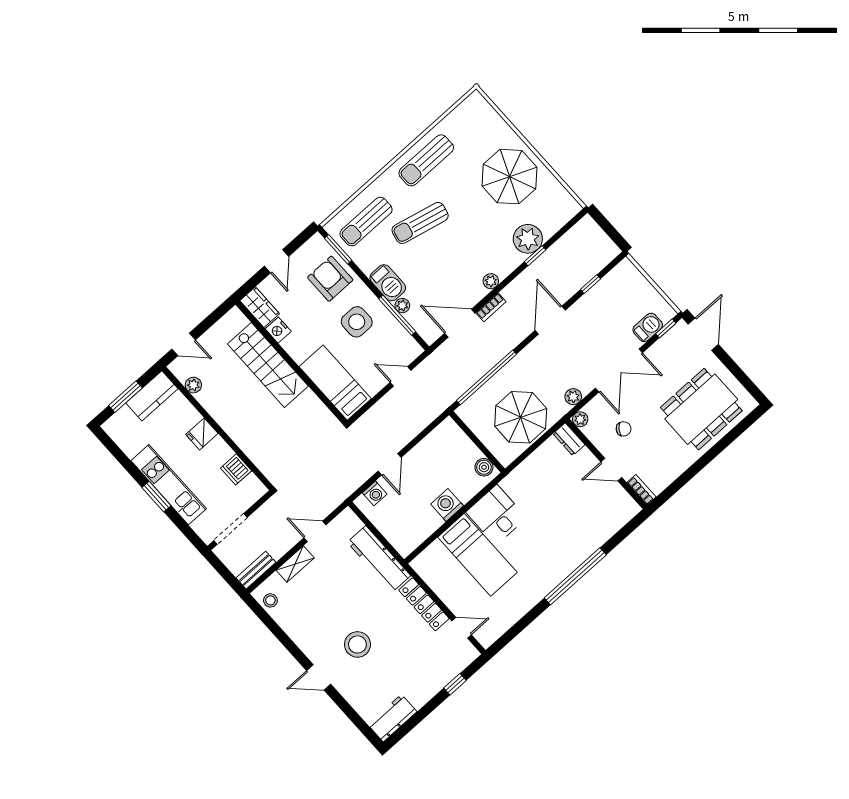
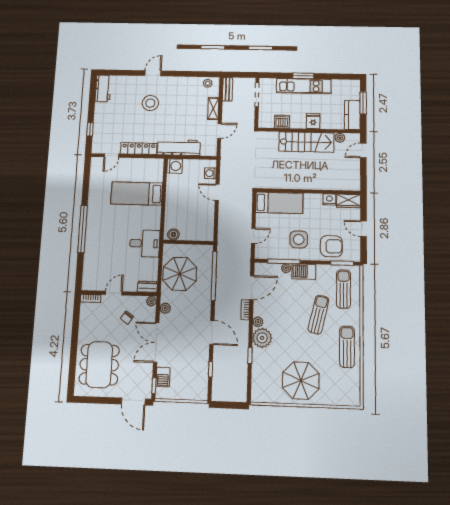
plant: (528, 239) -> (262, 338), moved
stairs: (268, 365) -> (306, 142), moved, turned 180
washing machine: (447, 505) -> (175, 166), moved
desk: (496, 515) -> (145, 243), moved

